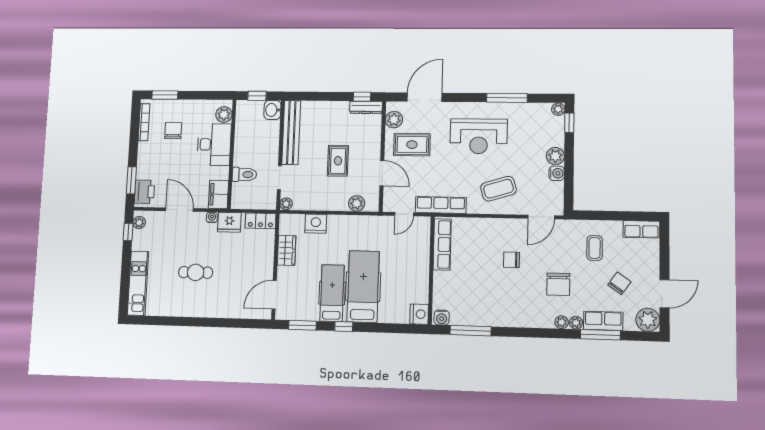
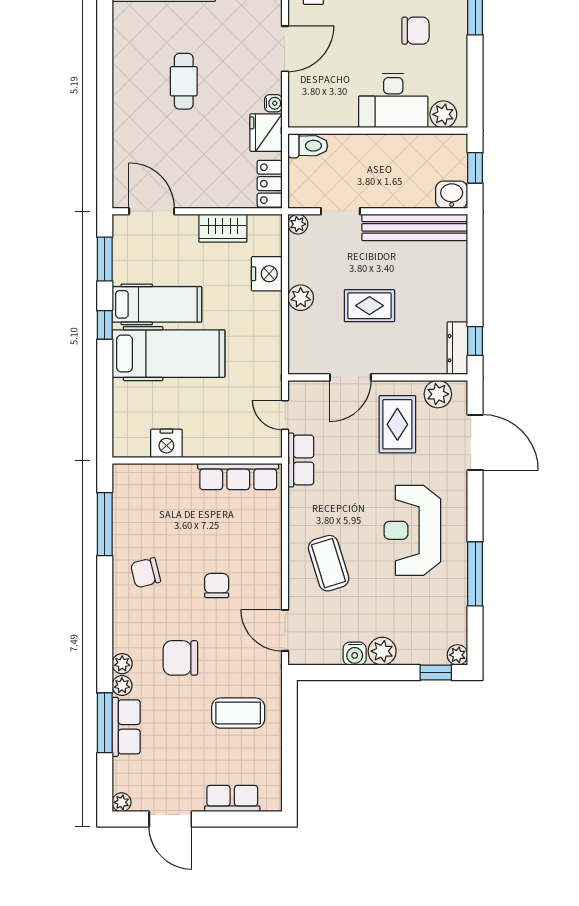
toilet: (244, 174) -> (308, 146), moved, turned -90
filing cabinet: (218, 194) -> (311, 112), removed
plant: (357, 203) -> (301, 298), moved
row of seats: (441, 205) -> (301, 460), width x0.68
row of seats: (641, 229) -> (232, 799), moved, turned 90
coffee table: (595, 248) -> (238, 713), width x1.36, depth x1.30
chair: (619, 283) -> (146, 573), moved, turned 131
nightstand: (419, 314) -> (166, 443), moved
water cooler: (442, 318) -> (124, 479), removed
plant: (648, 320) -> (122, 802), width x0.53, depth x0.53

